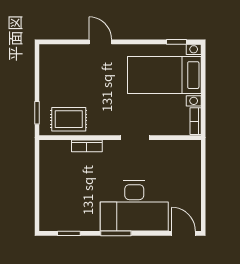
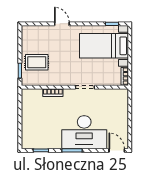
rug: (69, 119) -> (37, 62), moved

